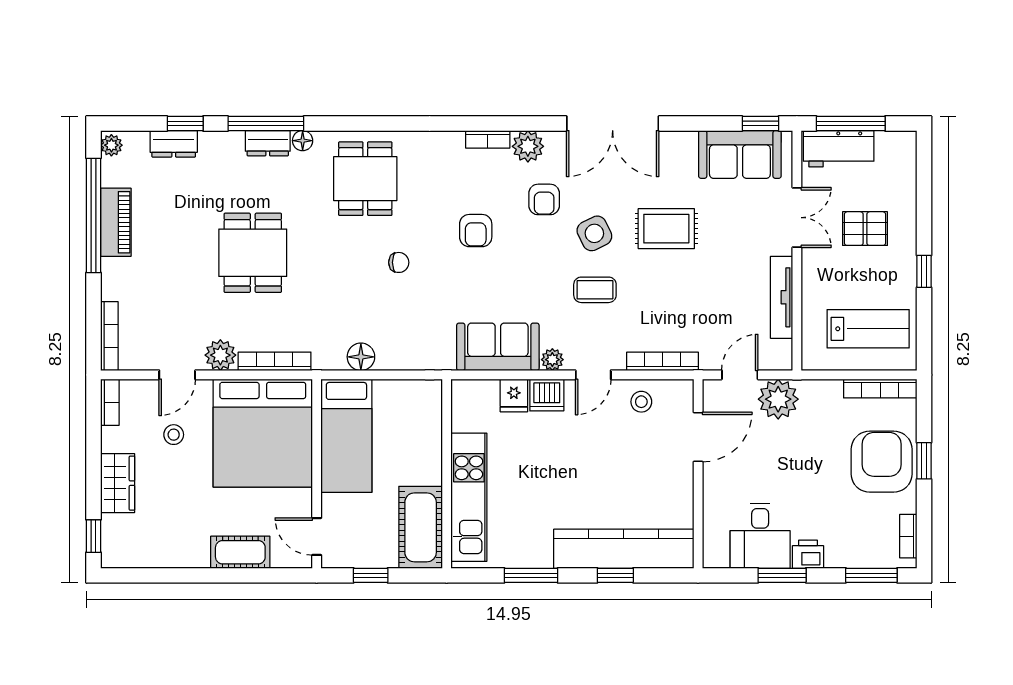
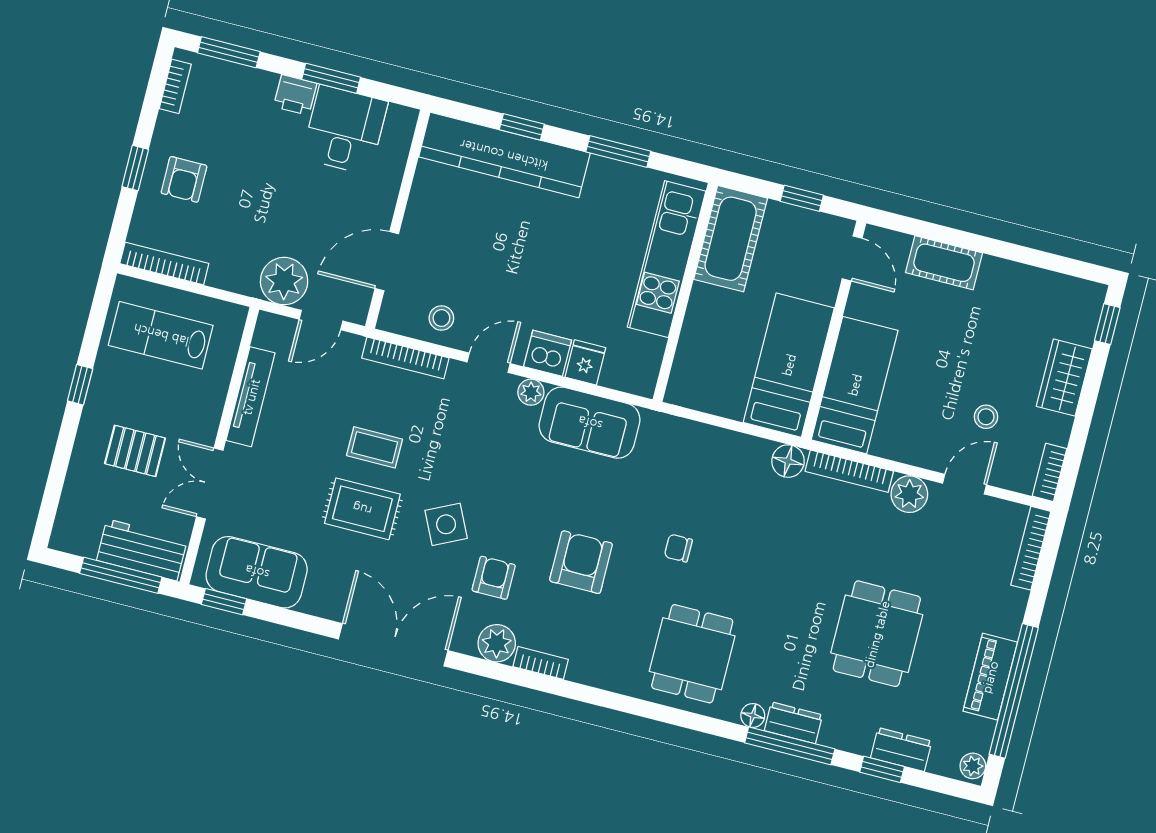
armchair: (476, 231) -> (581, 562), width x1.38, depth x1.38
dining table: (253, 253) -> (877, 634), moved
coffee table: (595, 290) -> (375, 447), moved
floor lamp: (361, 357) -> (788, 461), moved
bed: (263, 433) -> (855, 385), width x0.49
armchair: (882, 462) -> (184, 179), width x0.53, depth x0.53

